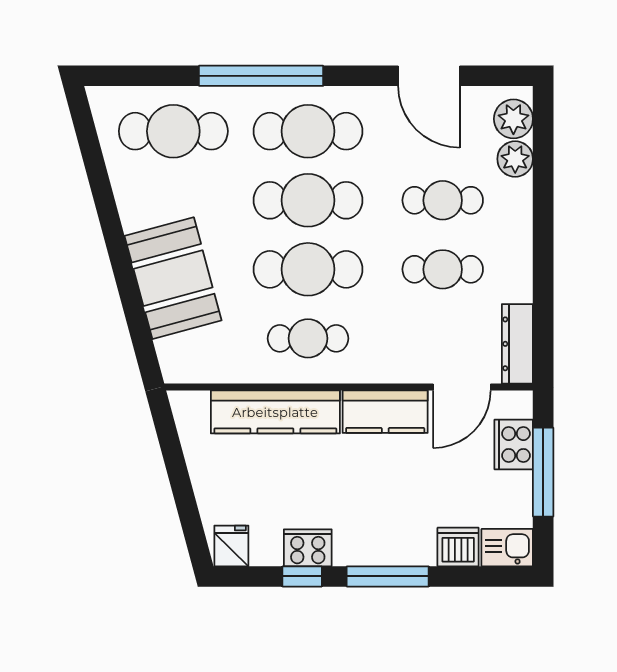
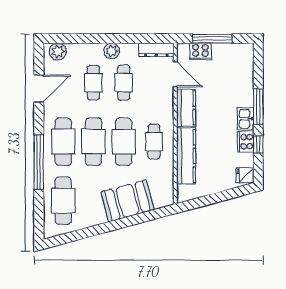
plant: (515, 159) -> (112, 51), moved
dishwasher: (458, 547) -> (245, 76), removed
kitchen sink: (507, 548) -> (246, 119), moved

